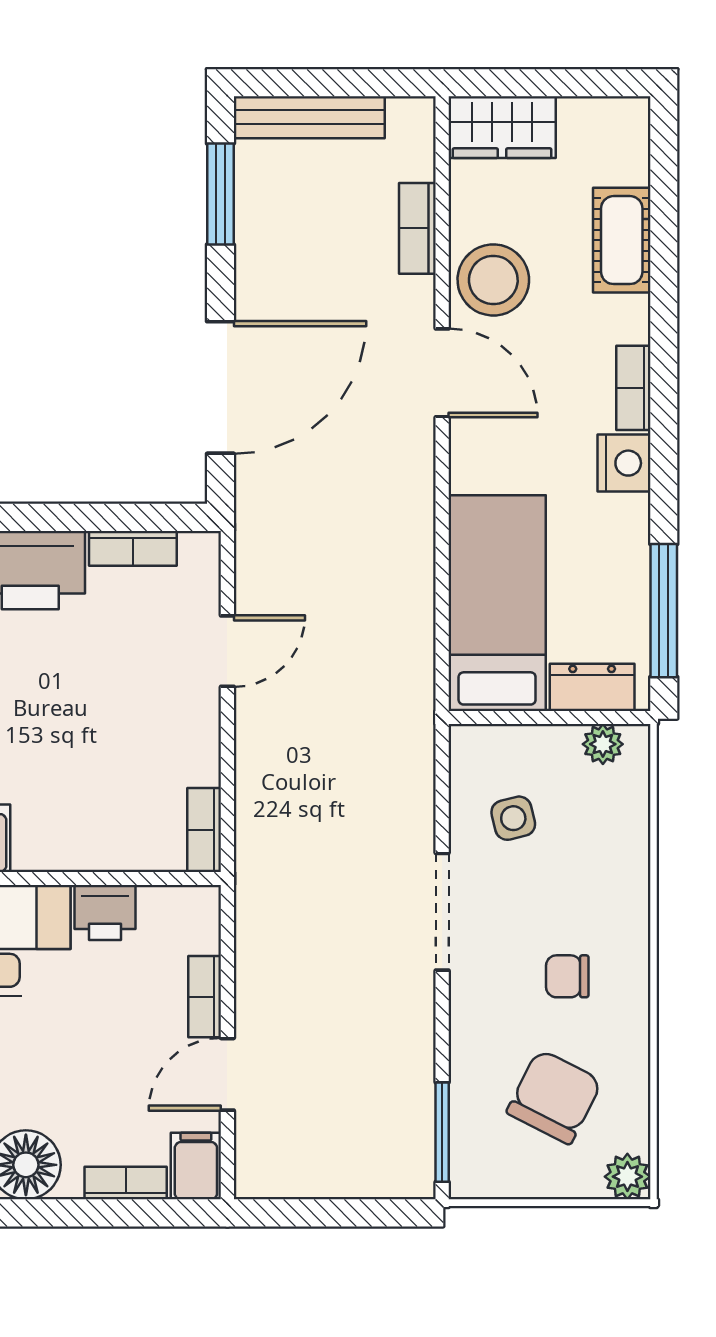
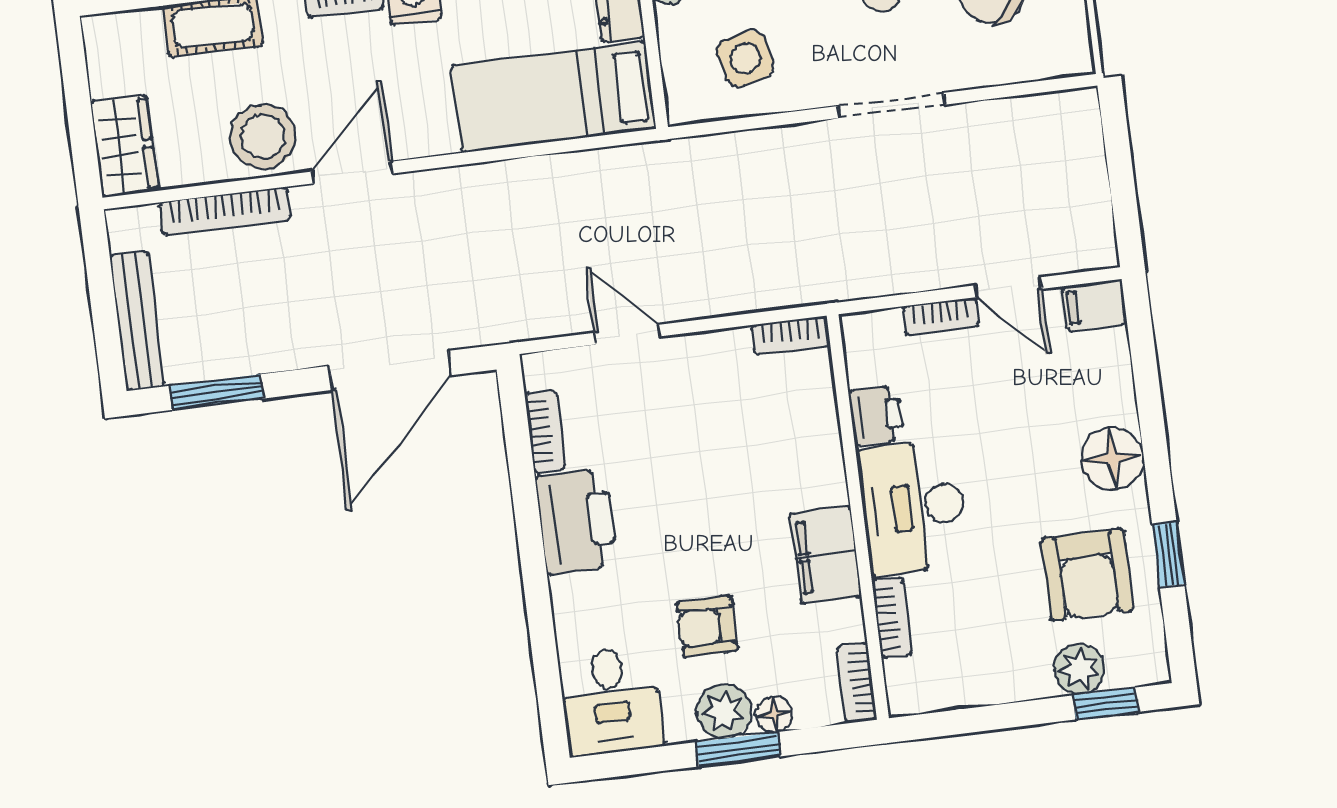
bookcase: (417, 228) -> (225, 211), width x1.56
door: (220, 387) -> (390, 370), swing flipped
side table: (513, 818) -> (745, 58), width x1.37, depth x1.37
doorway: (442, 912) -> (891, 105), moved
window: (442, 1132) -> (1036, 87), removed
bookcase: (126, 1183) -> (1118, 367), removed

